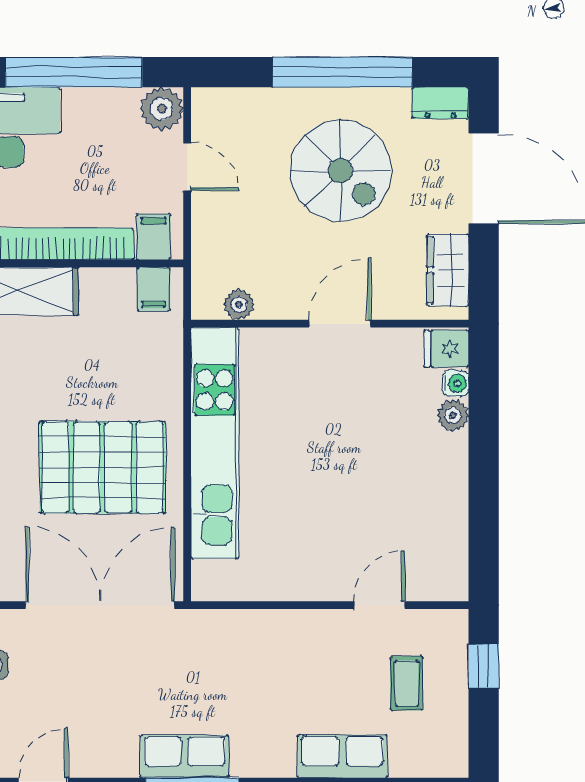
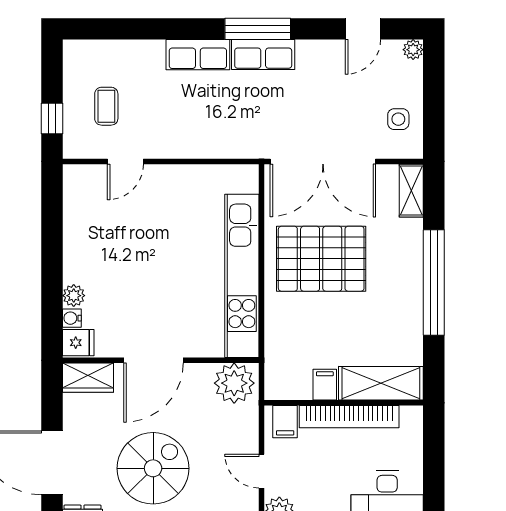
spiral stairs: (340, 171) -> (153, 468), turned 90
wardrobe: (448, 270) -> (88, 378), moved, turned 90
filing cabinet: (154, 289) -> (325, 385), moved
plant: (239, 305) -> (234, 383), width x1.88, depth x1.88
door: (340, 324) -> (153, 360), width x1.36
row of seats: (342, 756) -> (198, 55), moved

